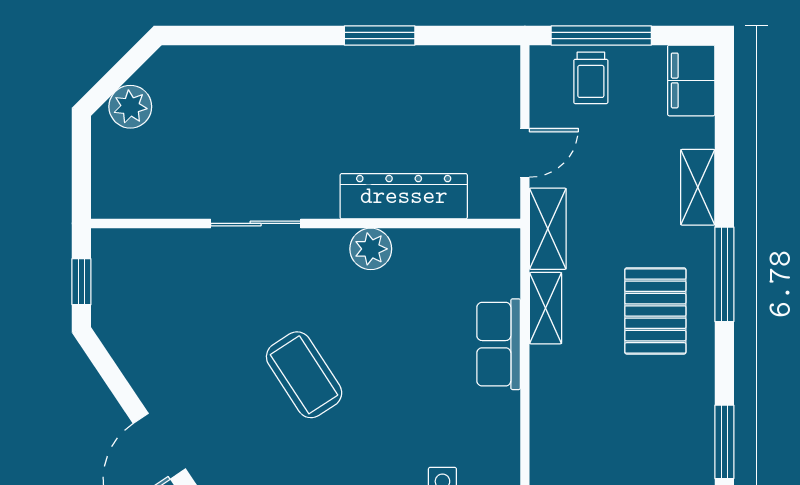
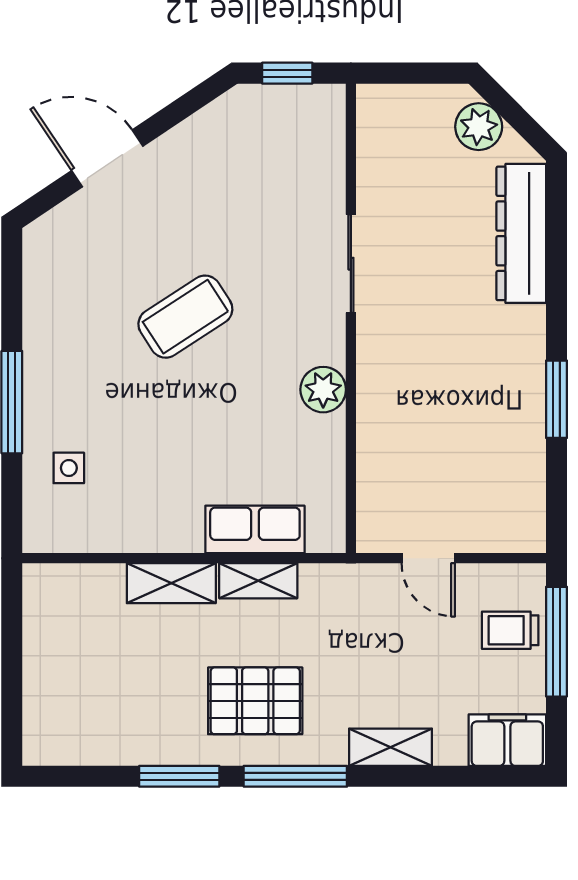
dresser: (404, 196) -> (521, 233), moved, turned 180
shelving: (548, 229) -> (171, 583), moved
row of seats: (499, 344) -> (255, 529), moved
window: (724, 442) -> (179, 776), moved

